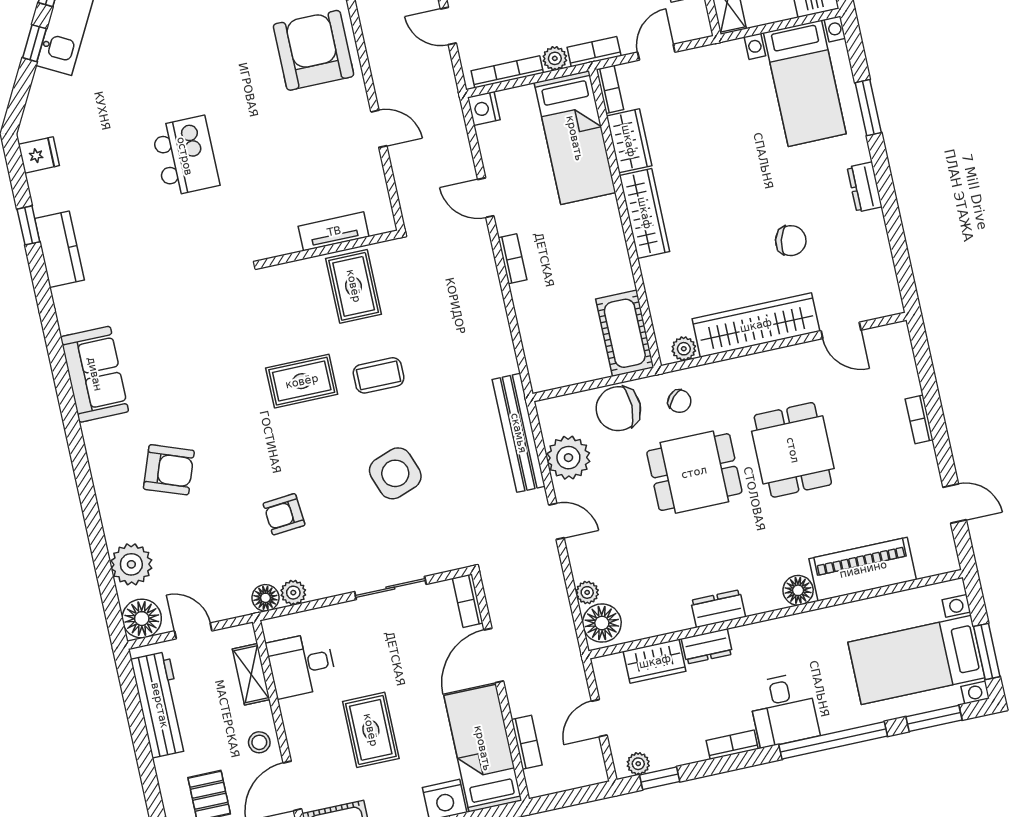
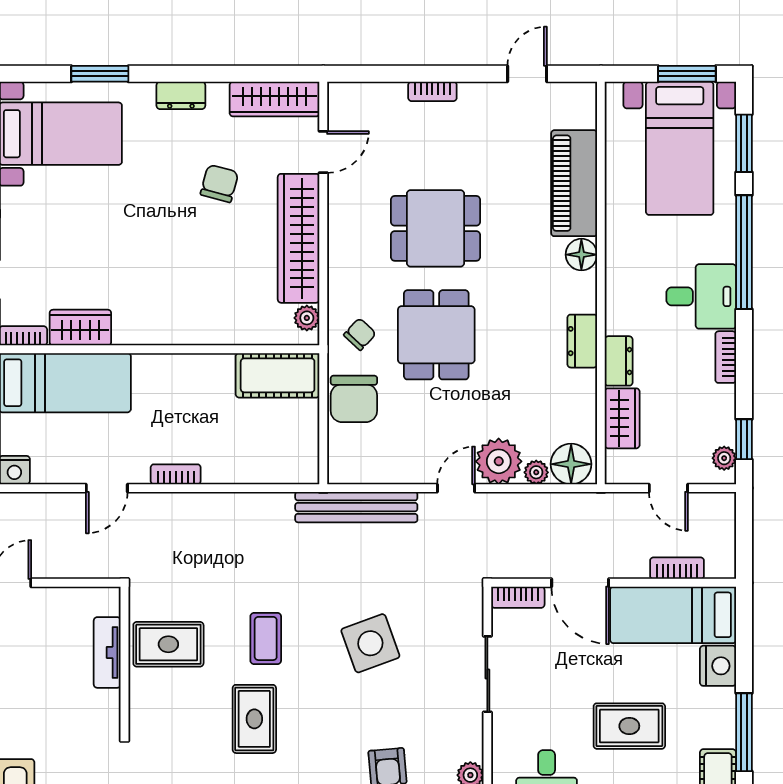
wardrobe: (645, 213) -> (275, 99), moved, turned 180
plant: (568, 458) -> (499, 461), moved

